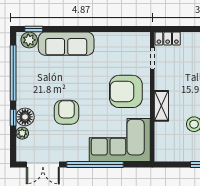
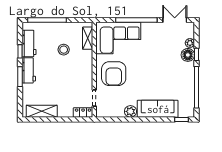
plant: (29, 40) -> (130, 111), moved
armchair: (126, 91) -> (114, 74), turned 90
shelving: (161, 106) -> (88, 38), moved
armchair: (67, 112) -> (157, 58), removed

